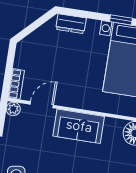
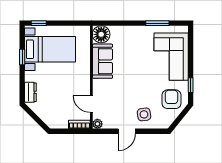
sofa: (79, 126) -> (102, 61), moved

